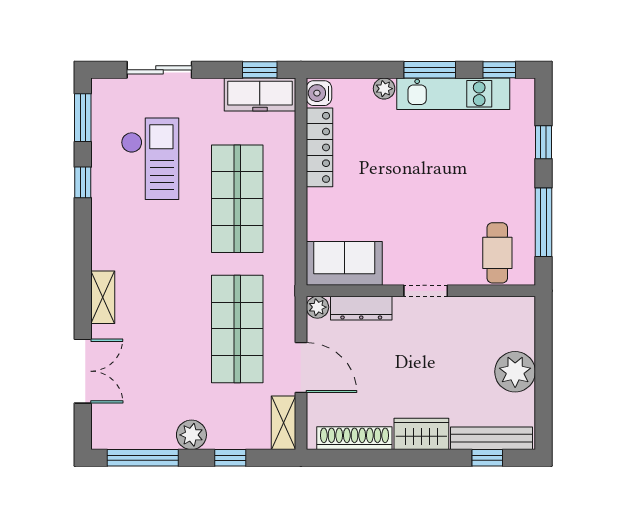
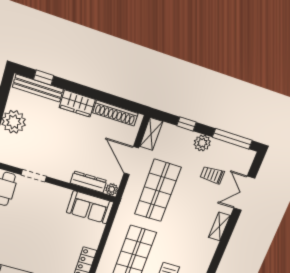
doorway: (426, 291) -> (34, 176), moved
trolley: (153, 386) -> (212, 175), added

